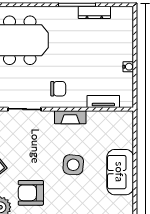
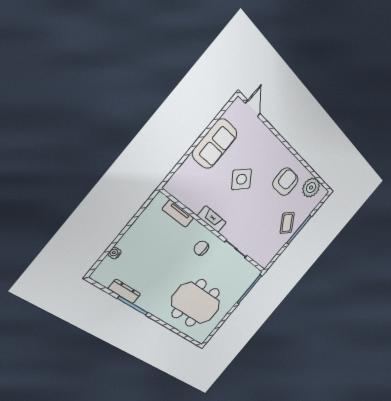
water cooler: (128, 67) -> (114, 253), moved
side table: (73, 165) -> (241, 179), turned 45
armchair: (31, 193) -> (285, 182), turned -90

